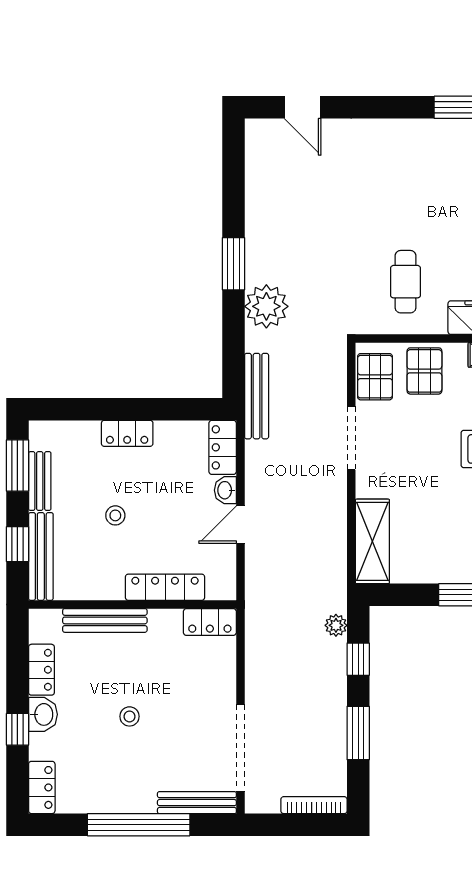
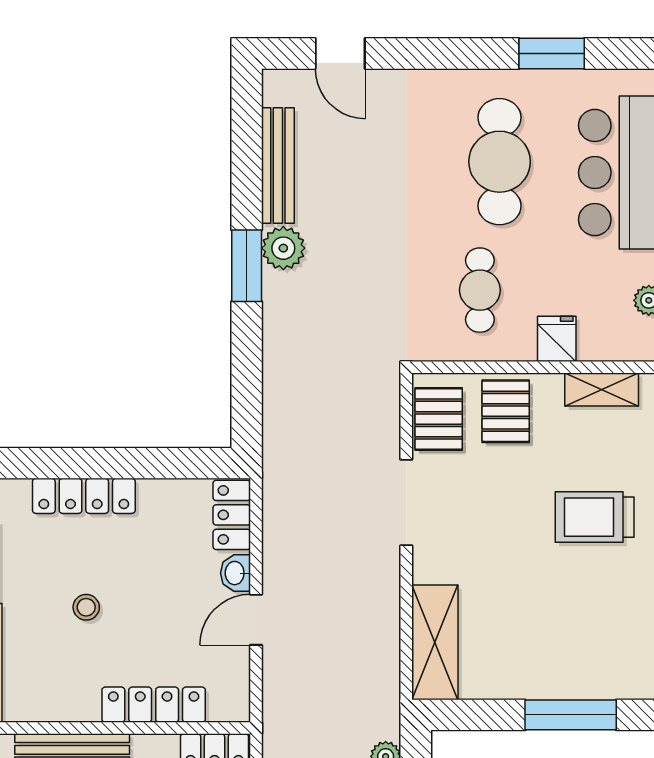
cafe table: (420, 187) -> (500, 162), added
plant: (266, 306) -> (283, 248), moved, width x0.73, depth x0.73
bench: (257, 396) -> (278, 165), moved
locker: (127, 433) -> (84, 496), width x1.53

